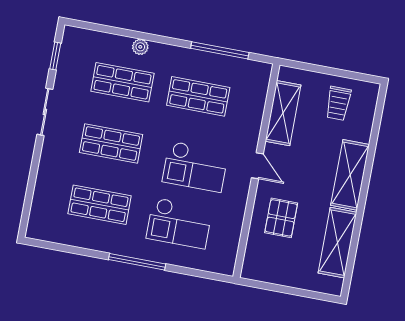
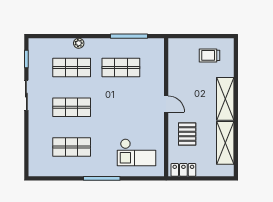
trolley: (338, 103) -> (209, 55), turned 90
shelving: (283, 113) -> (176, 68), removed
checkout: (195, 167) -> (127, 112), removed
checkout: (179, 223) -> (137, 152), moved
locker: (265, 272) -> (183, 170), added

